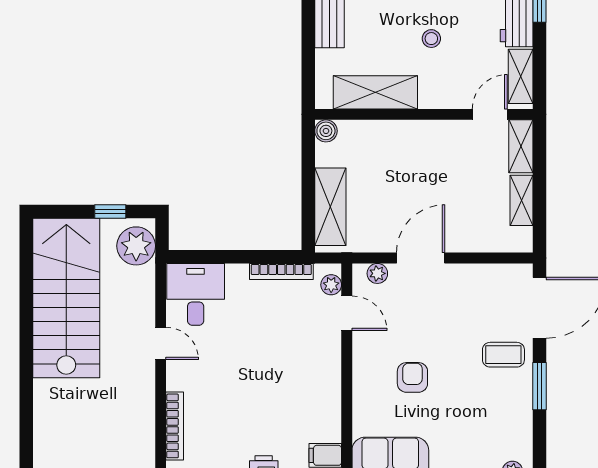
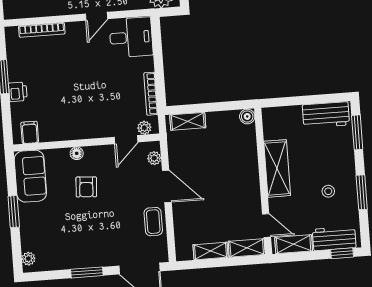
stool: (431, 39) -> (328, 191), moved
shelving: (375, 92) -> (277, 168), moved
shelving: (330, 207) -> (188, 121), width x0.67, depth x0.75
coffee table: (503, 355) -> (153, 222), moved
armchair: (412, 377) -> (86, 187), turned 94
floor lamp: (362, 388) -> (77, 153), added

